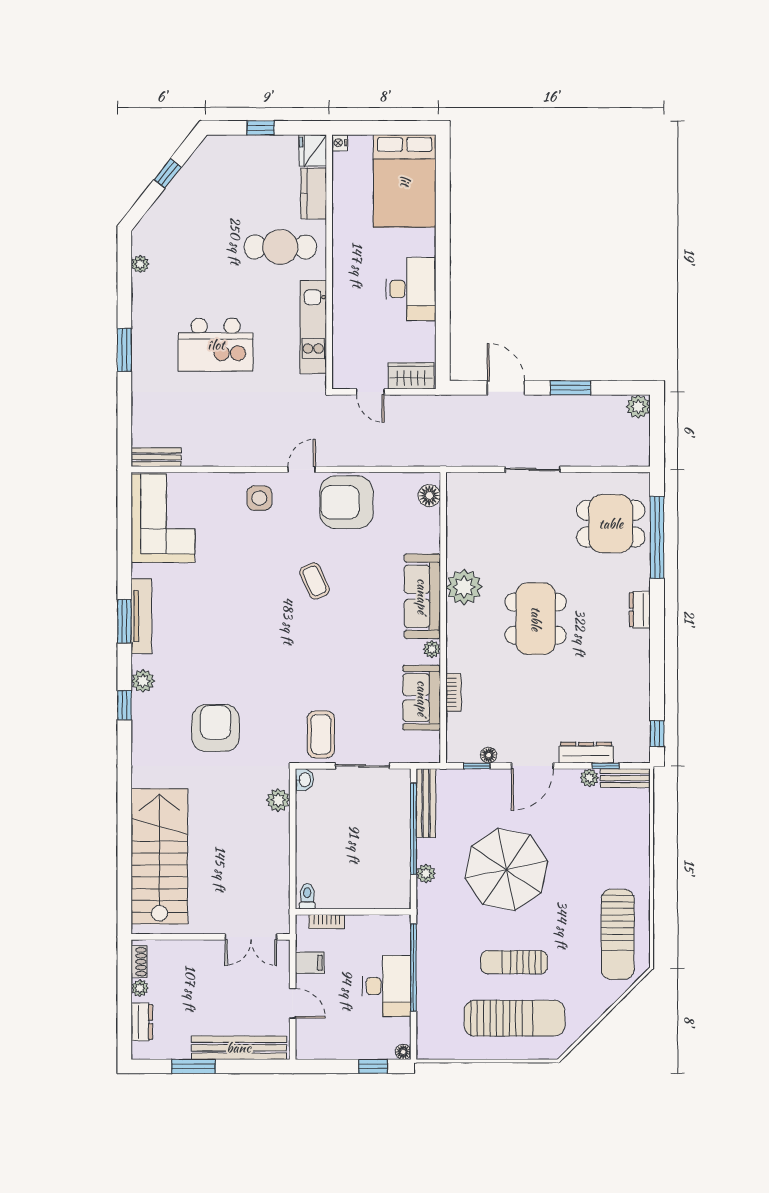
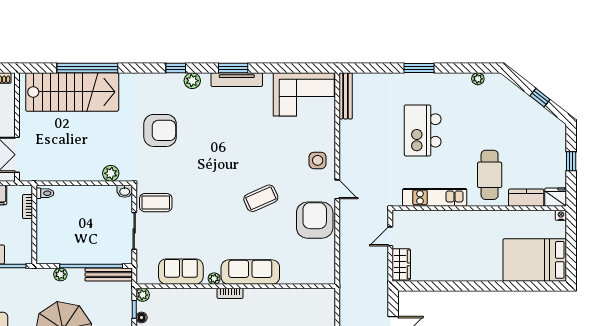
desk: (411, 289) -> (461, 264), removed
bench: (156, 457) -> (346, 96), width x1.36
floor lamp: (429, 496) -> (319, 277), removed
coffee table: (315, 581) -> (261, 198), width x1.36, depth x1.30
plant: (464, 587) -> (143, 295), moved, width x0.53, depth x0.53
bookcase: (453, 692) -> (230, 293), moved
window: (124, 834) -> (87, 68), added

